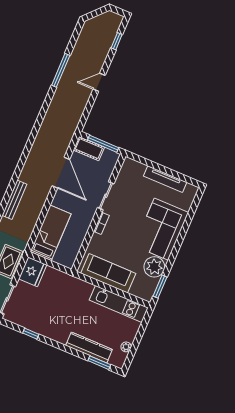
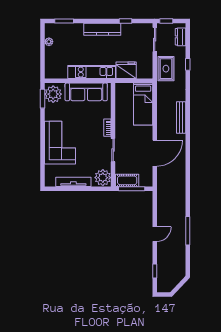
cot: (89, 149) -> (127, 180), moved
plant: (130, 170) -> (103, 178), added
door: (61, 173) -> (155, 153), swing flipped
plant: (154, 267) -> (53, 94), moved
fridge: (33, 272) -> (126, 70), moved, turned 90
kitchen unit: (119, 304) -> (92, 72), moved
kitchen counter: (89, 348) -> (102, 29), moved

